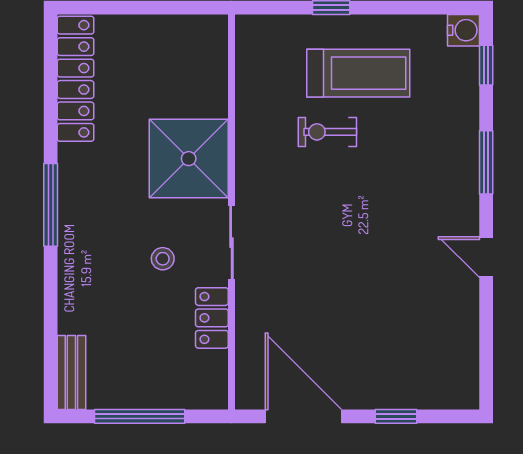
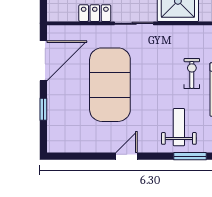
weight bench: (430, 157) -> (179, 127), added
window: (486, 162) -> (190, 156), moved
exercise mat: (349, 289) -> (110, 85), added

